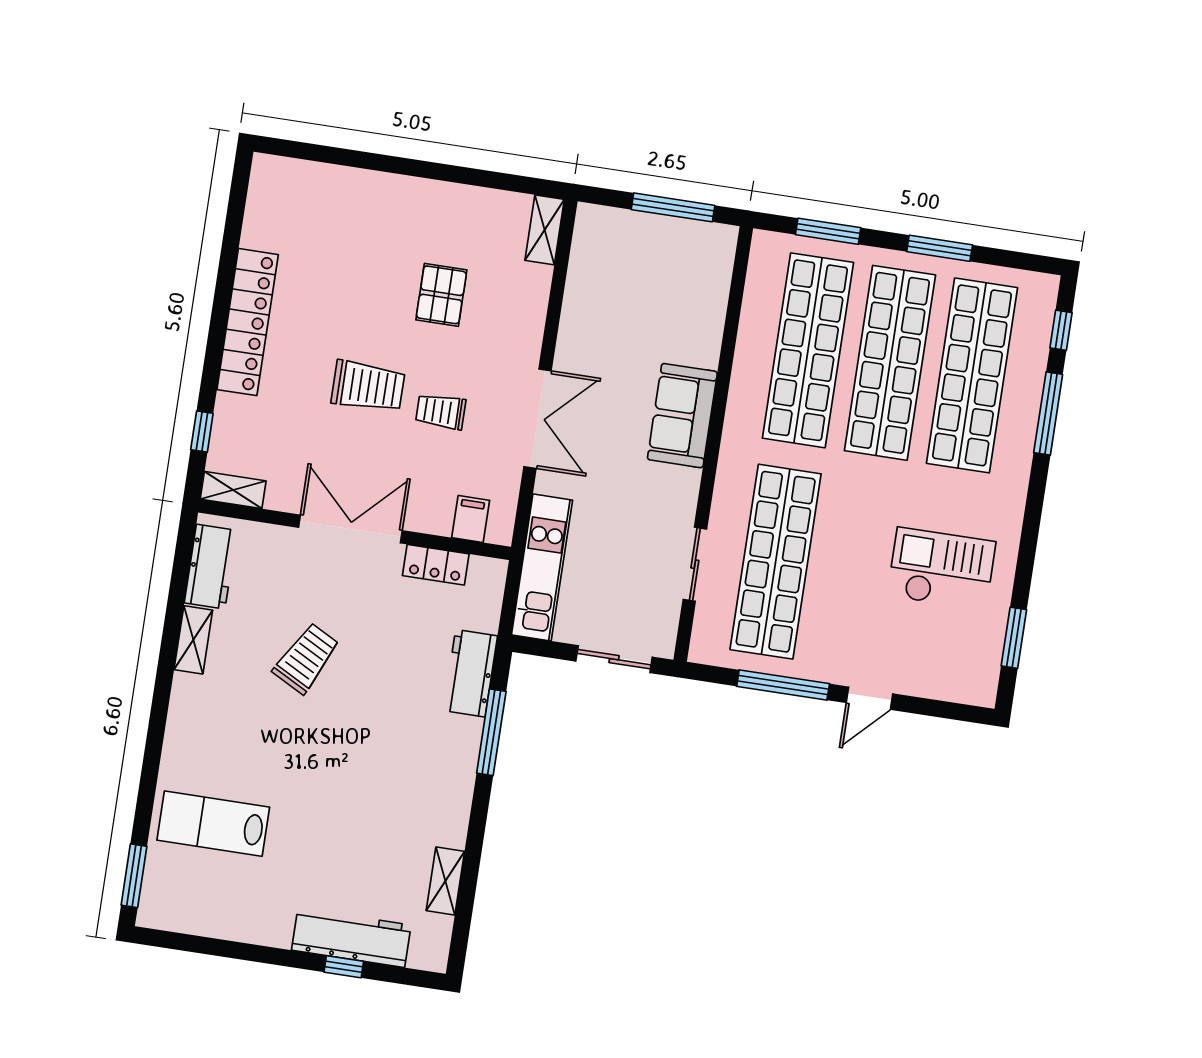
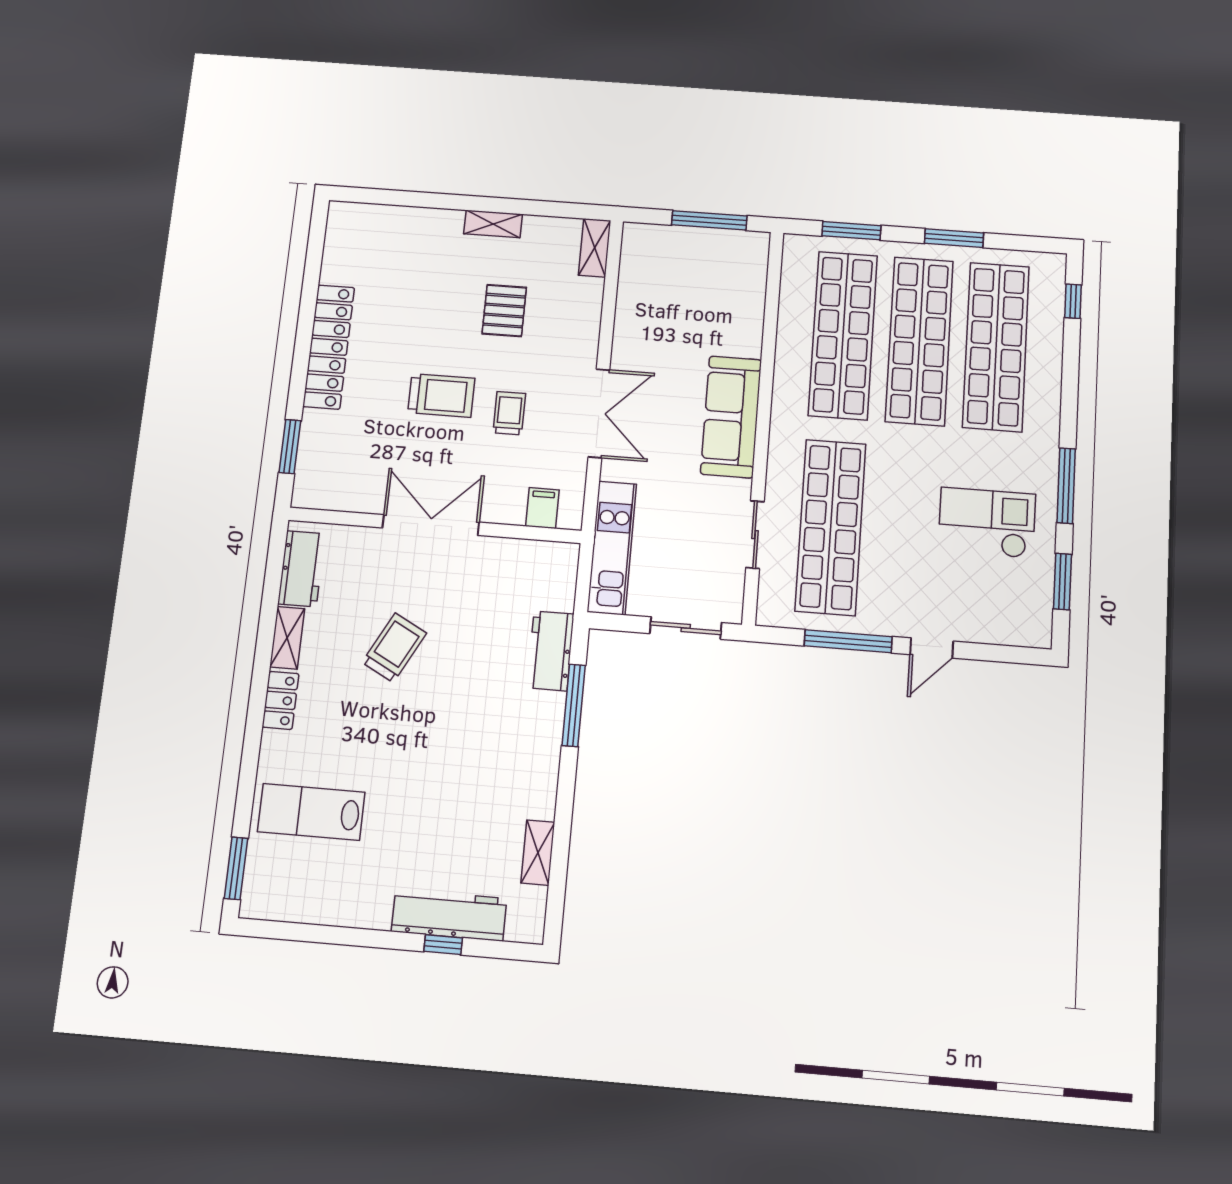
trolley: (441, 411) -> (509, 413), turned 90
window: (1048, 414) -> (1066, 486), moved
sofa: (682, 416) -> (731, 417), width x1.36
window: (202, 432) -> (290, 447), width x1.50
shelving: (233, 490) -> (493, 224), moved
locker: (436, 565) -> (280, 700), moved, turned -90

